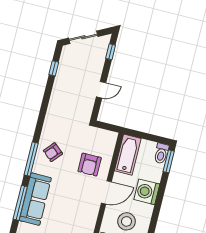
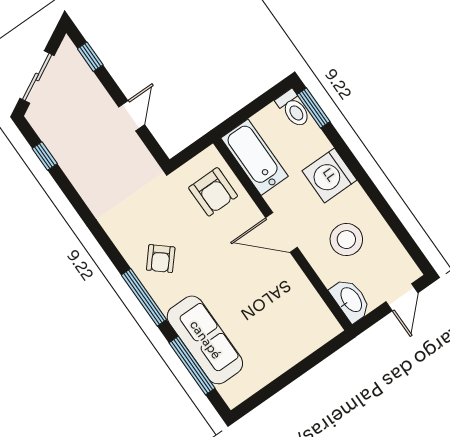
armchair: (90, 165) -> (213, 192), moved
door: (106, 192) -> (281, 233), swing flipped

